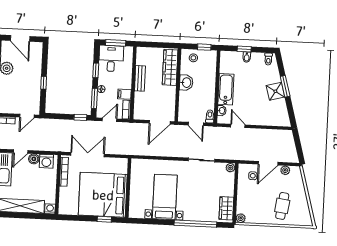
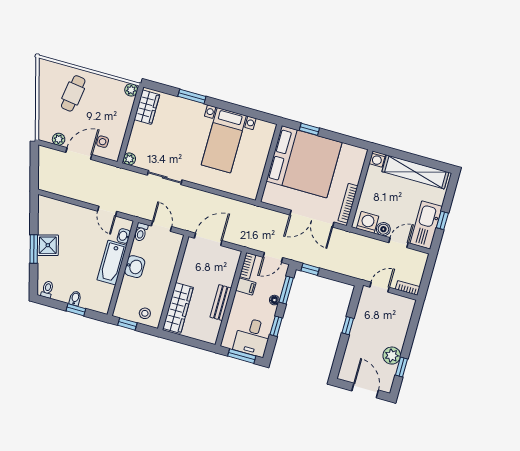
washbasin: (186, 83) -> (135, 267), moved, turned 180
window: (195, 224) -> (192, 96), width x0.47

